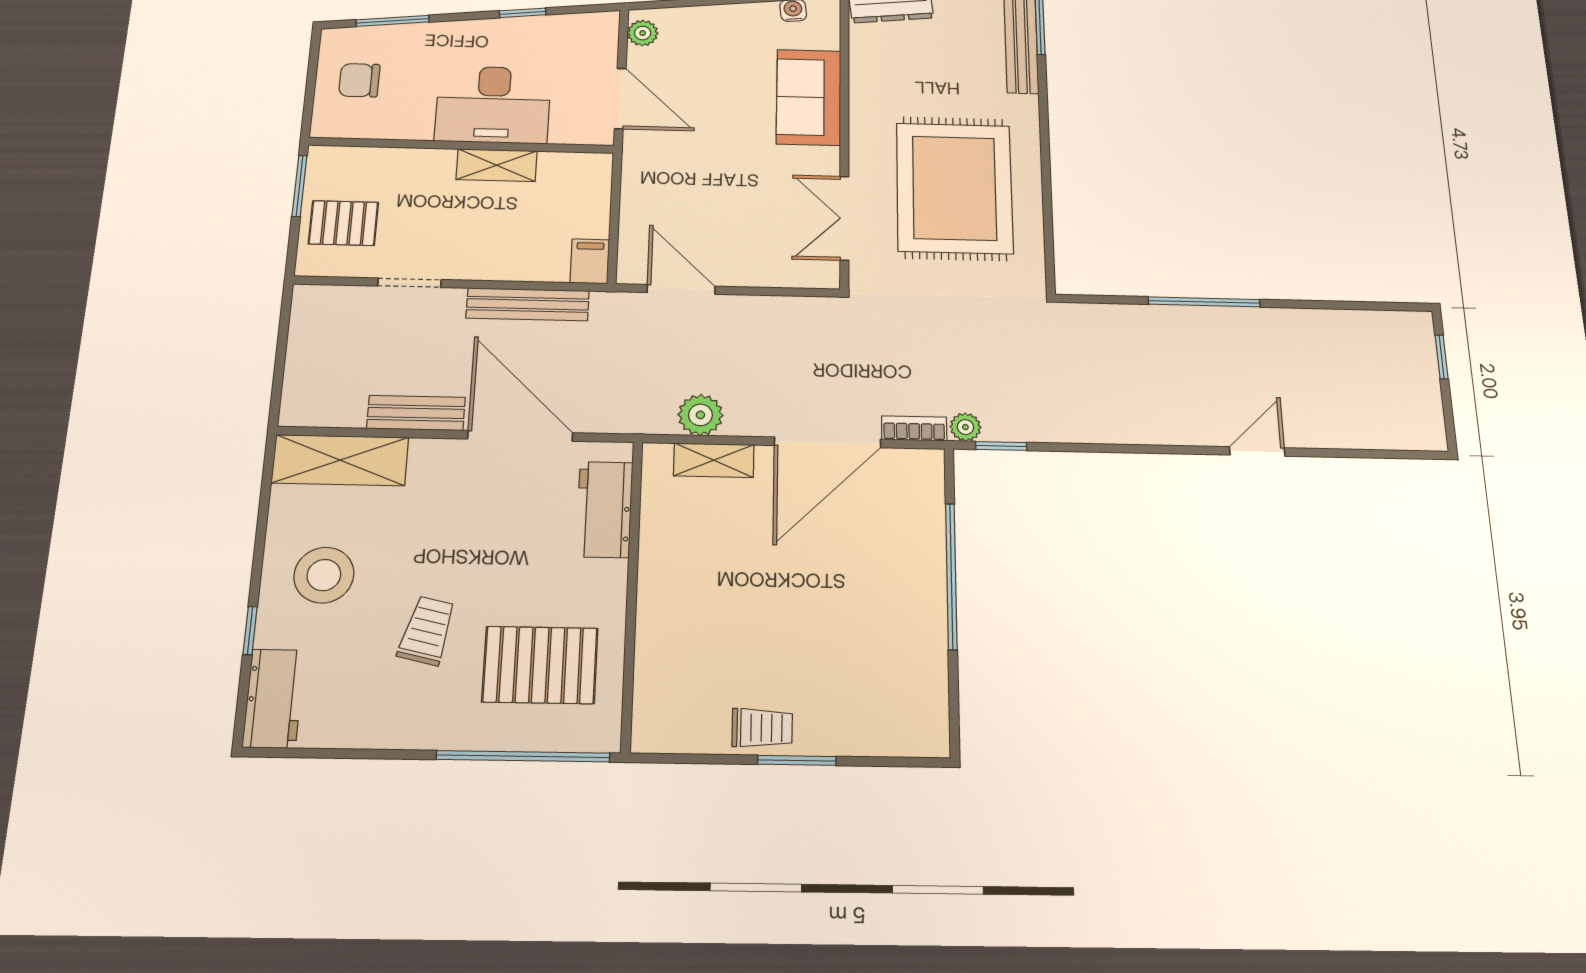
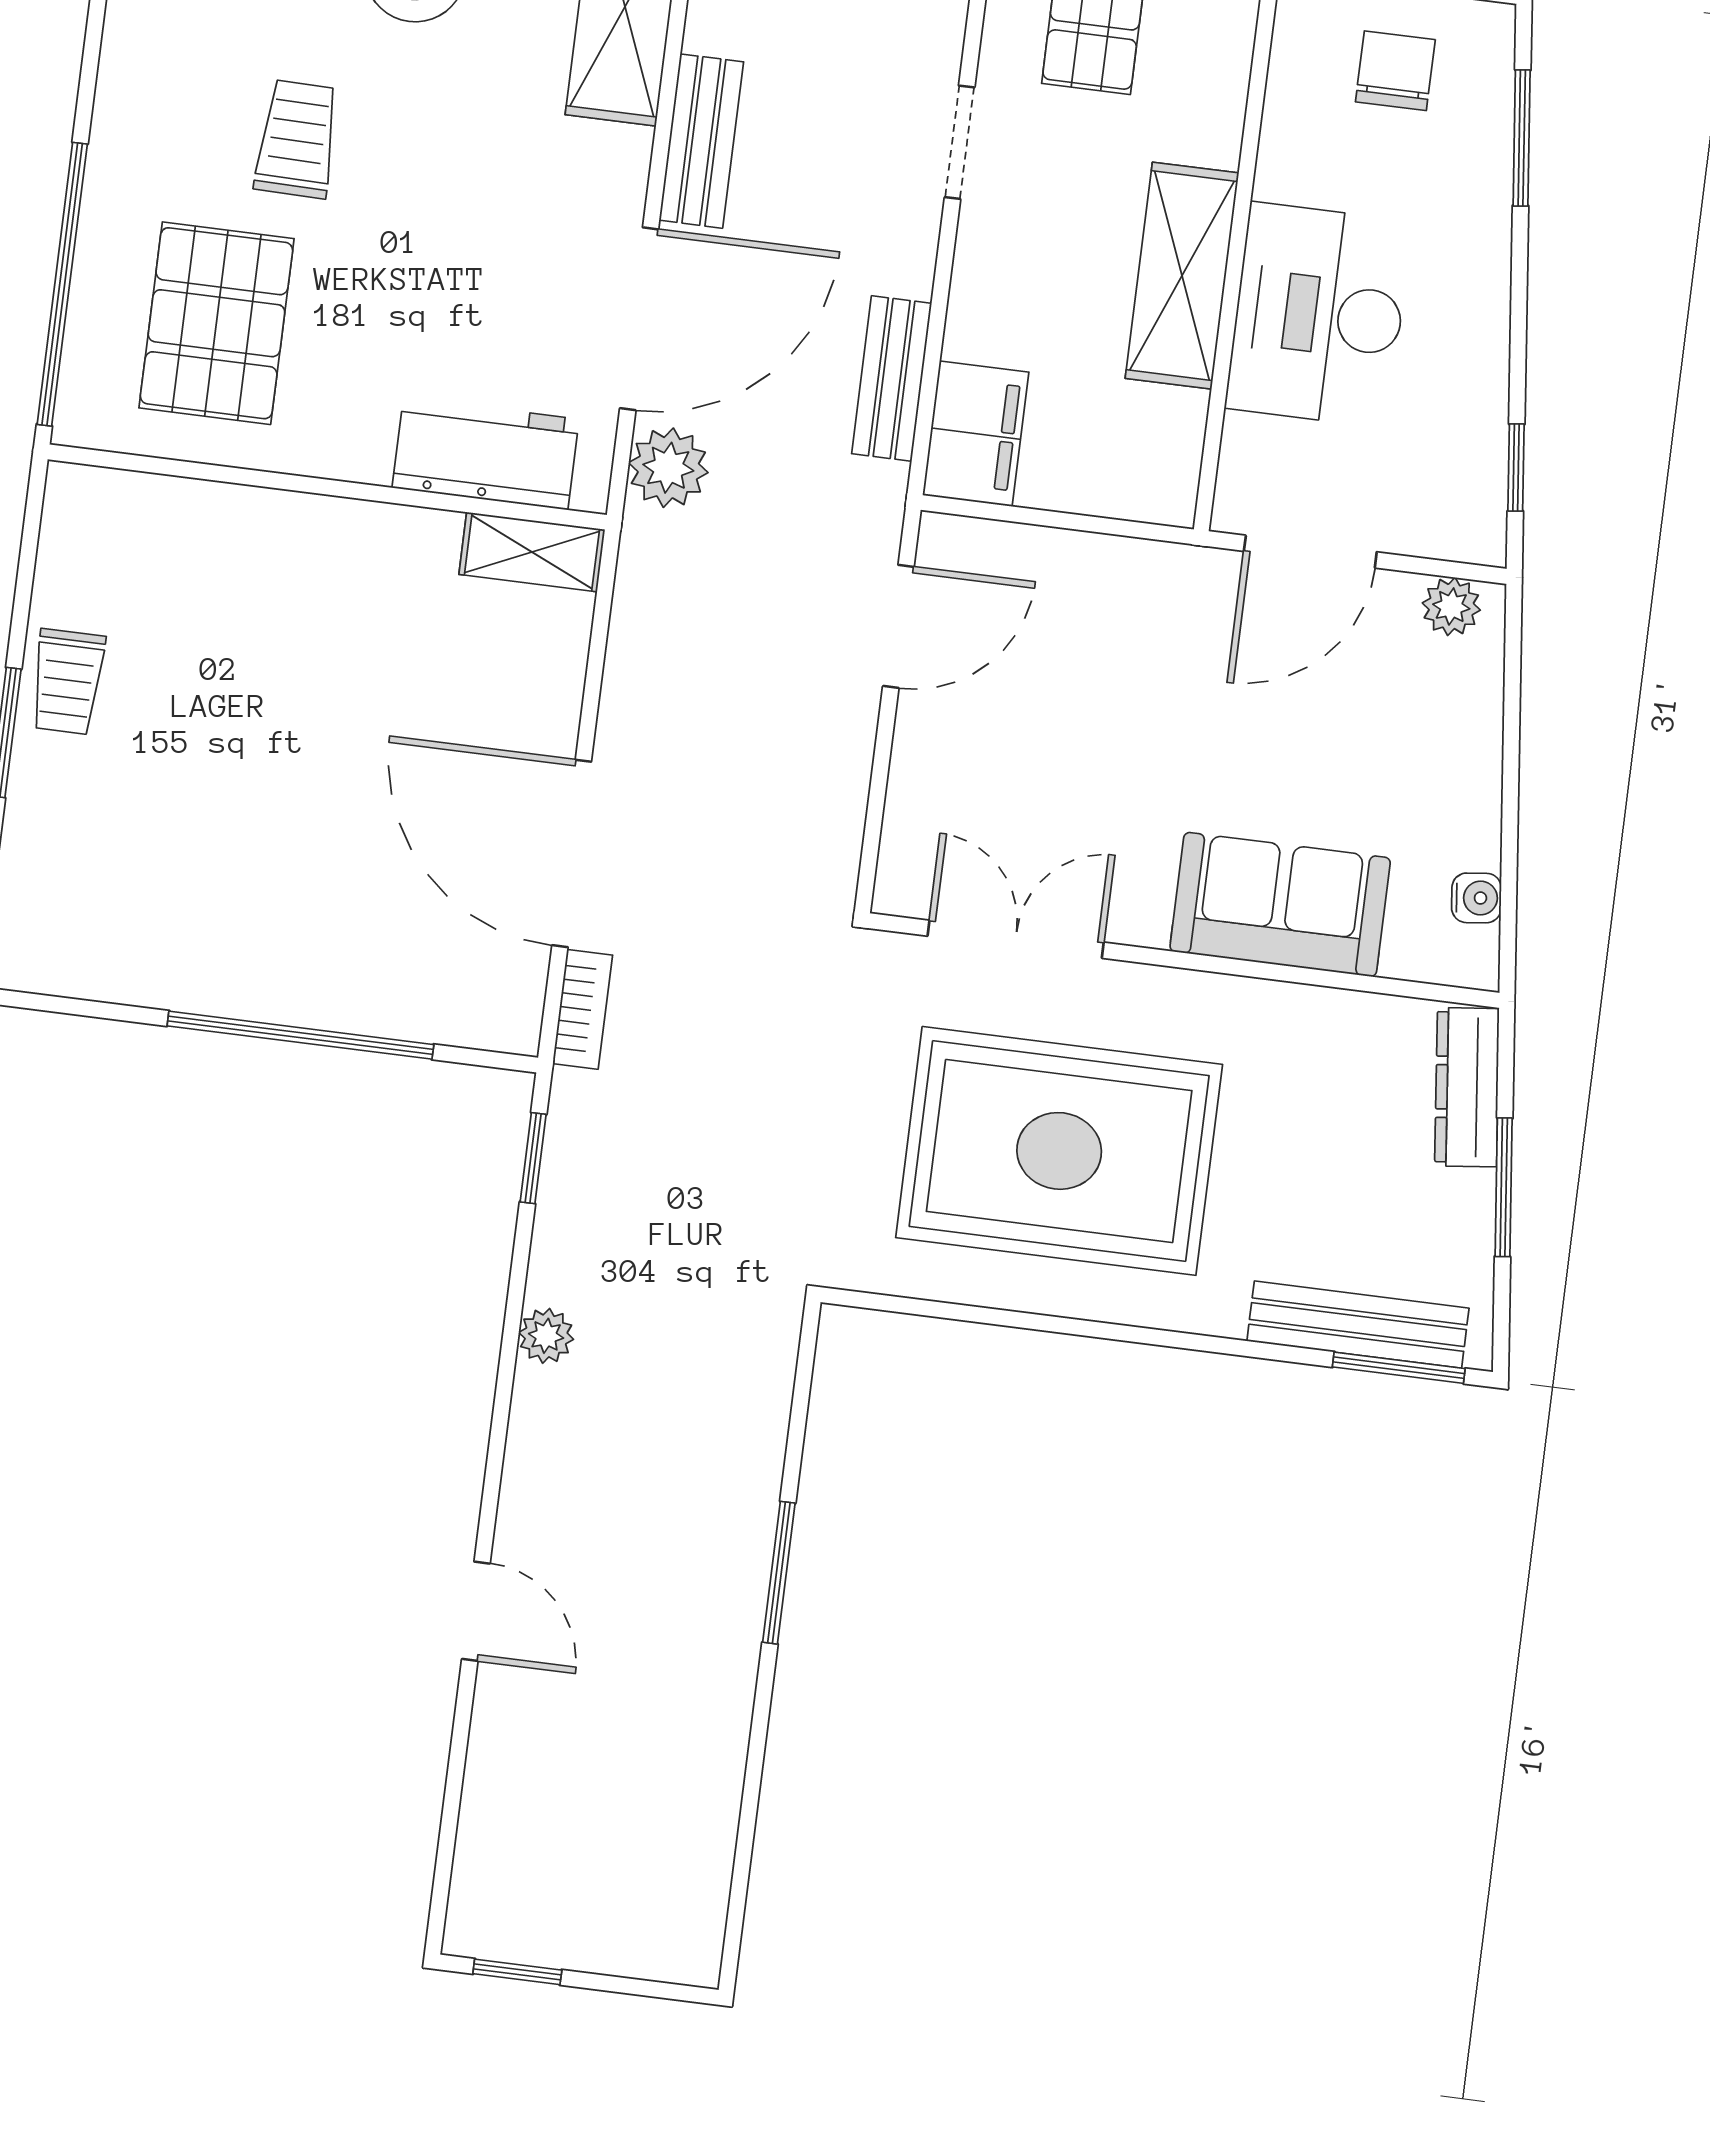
window: (523, 13) -> (1516, 467), moved
shelving: (497, 165) -> (1182, 276), width x1.50, depth x1.33
filing cabinet: (590, 261) -> (976, 434), width x2.00
window: (1204, 302) -> (779, 1573), width x0.69
bench: (528, 304) -> (892, 378), width x0.73
window: (1442, 357) -> (517, 1972), moved
plant: (700, 415) -> (668, 468), moved
plant: (965, 427) -> (546, 1336), moved
shelving: (714, 460) -> (532, 552), moved, turned 90
trolley: (427, 631) -> (297, 139), turned -102

